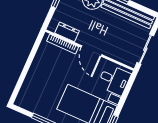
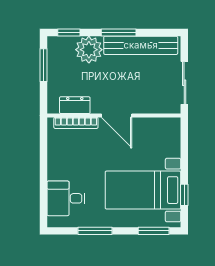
desk: (114, 80) -> (66, 198), moved, turned 180

